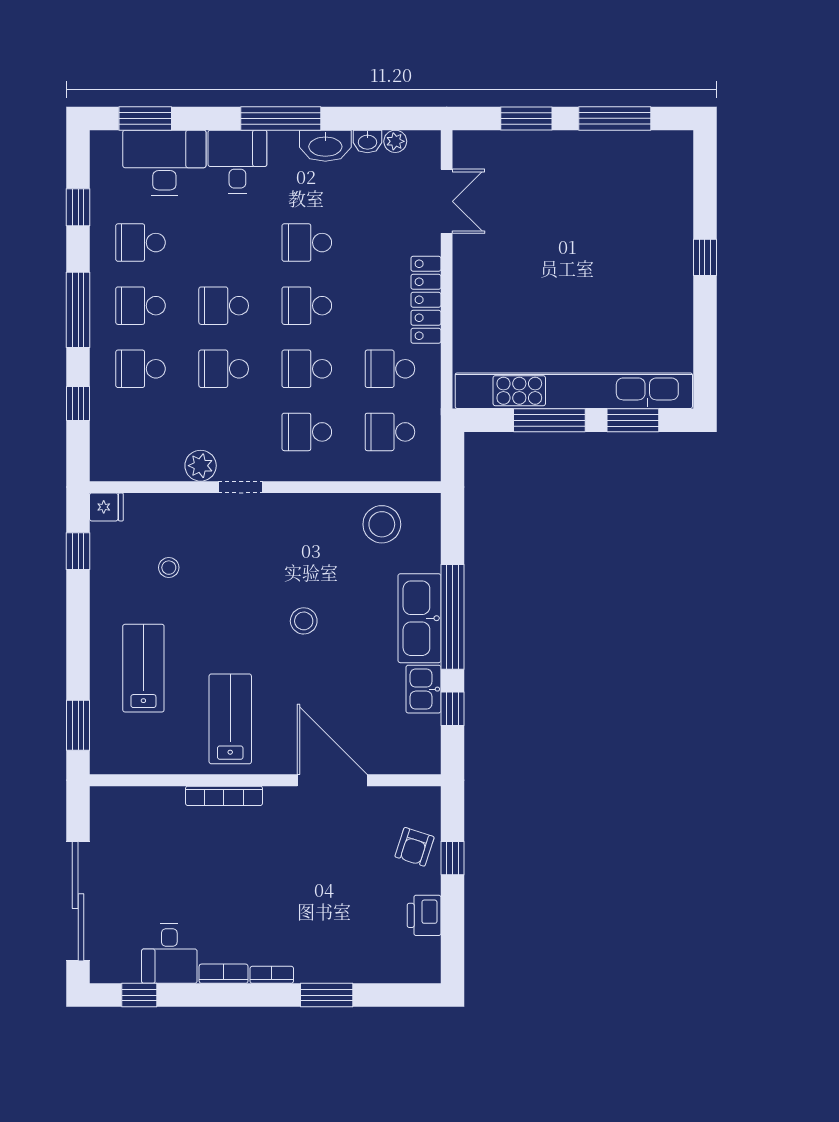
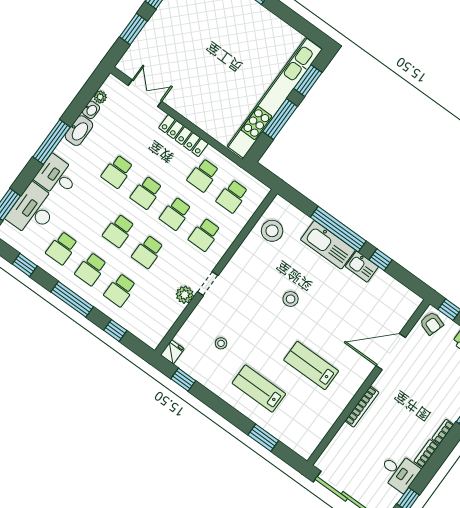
wall: (265, 780) -> (368, 382), moved
door: (332, 780) -> (391, 352), moved
bookcase: (224, 796) -> (362, 407), moved

